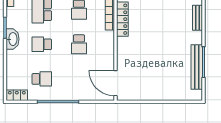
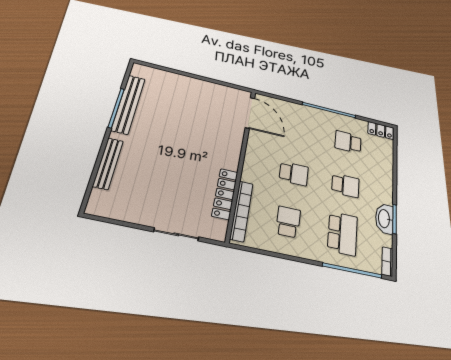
bench: (198, 18) -> (108, 163), width x1.36
washbasin: (13, 39) -> (384, 219), moved
school desk: (79, 44) -> (294, 174), turned 90

